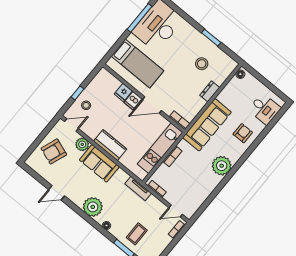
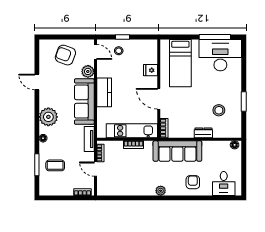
dishwasher: (133, 101) -> (150, 82), removed
armchair: (243, 133) -> (193, 182), turned -90
sofa: (99, 163) -> (84, 102), width x1.36
plant: (222, 166) -> (161, 191), width x0.53, depth x0.53
door: (176, 211) -> (95, 169), moved

